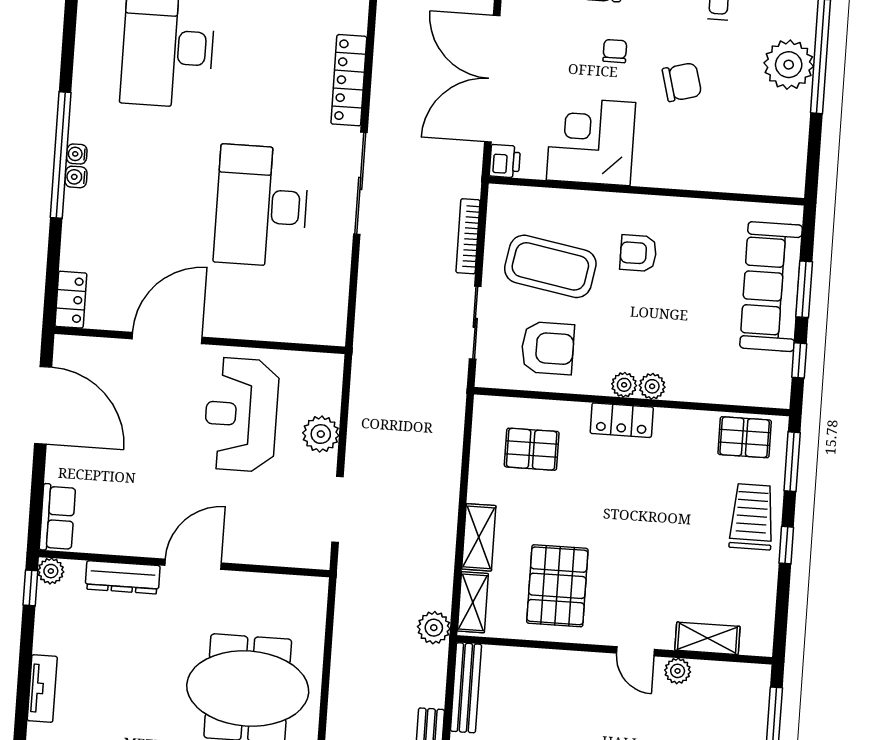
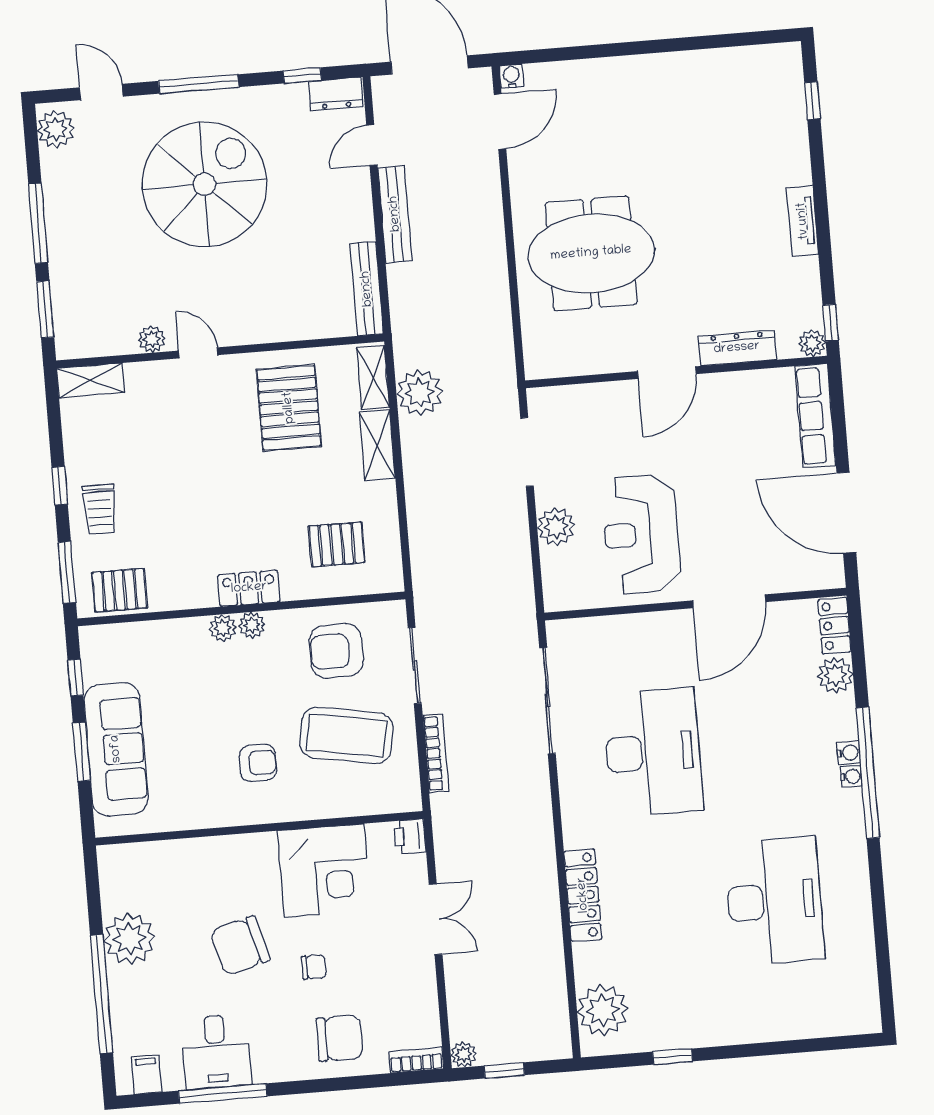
chair: (615, 51) -> (314, 967), turned -90
plant: (789, 65) -> (129, 939), moved
double door: (492, 79) -> (436, 919), width x0.54
chair: (682, 82) -> (240, 946), width x1.37, depth x1.37
sliding door: (360, 183) -> (547, 701), moved
plant: (77, 253) -> (835, 675), added
reception desk: (241, 415) -> (641, 534), turned 180
trolley: (752, 517) -> (100, 509), width x0.73, depth x0.72
row of seats: (57, 518) -> (815, 416), width x1.48
plant: (434, 628) -> (419, 393), moved, width x1.36, depth x1.36
shelving: (707, 638) -> (91, 380), moved

